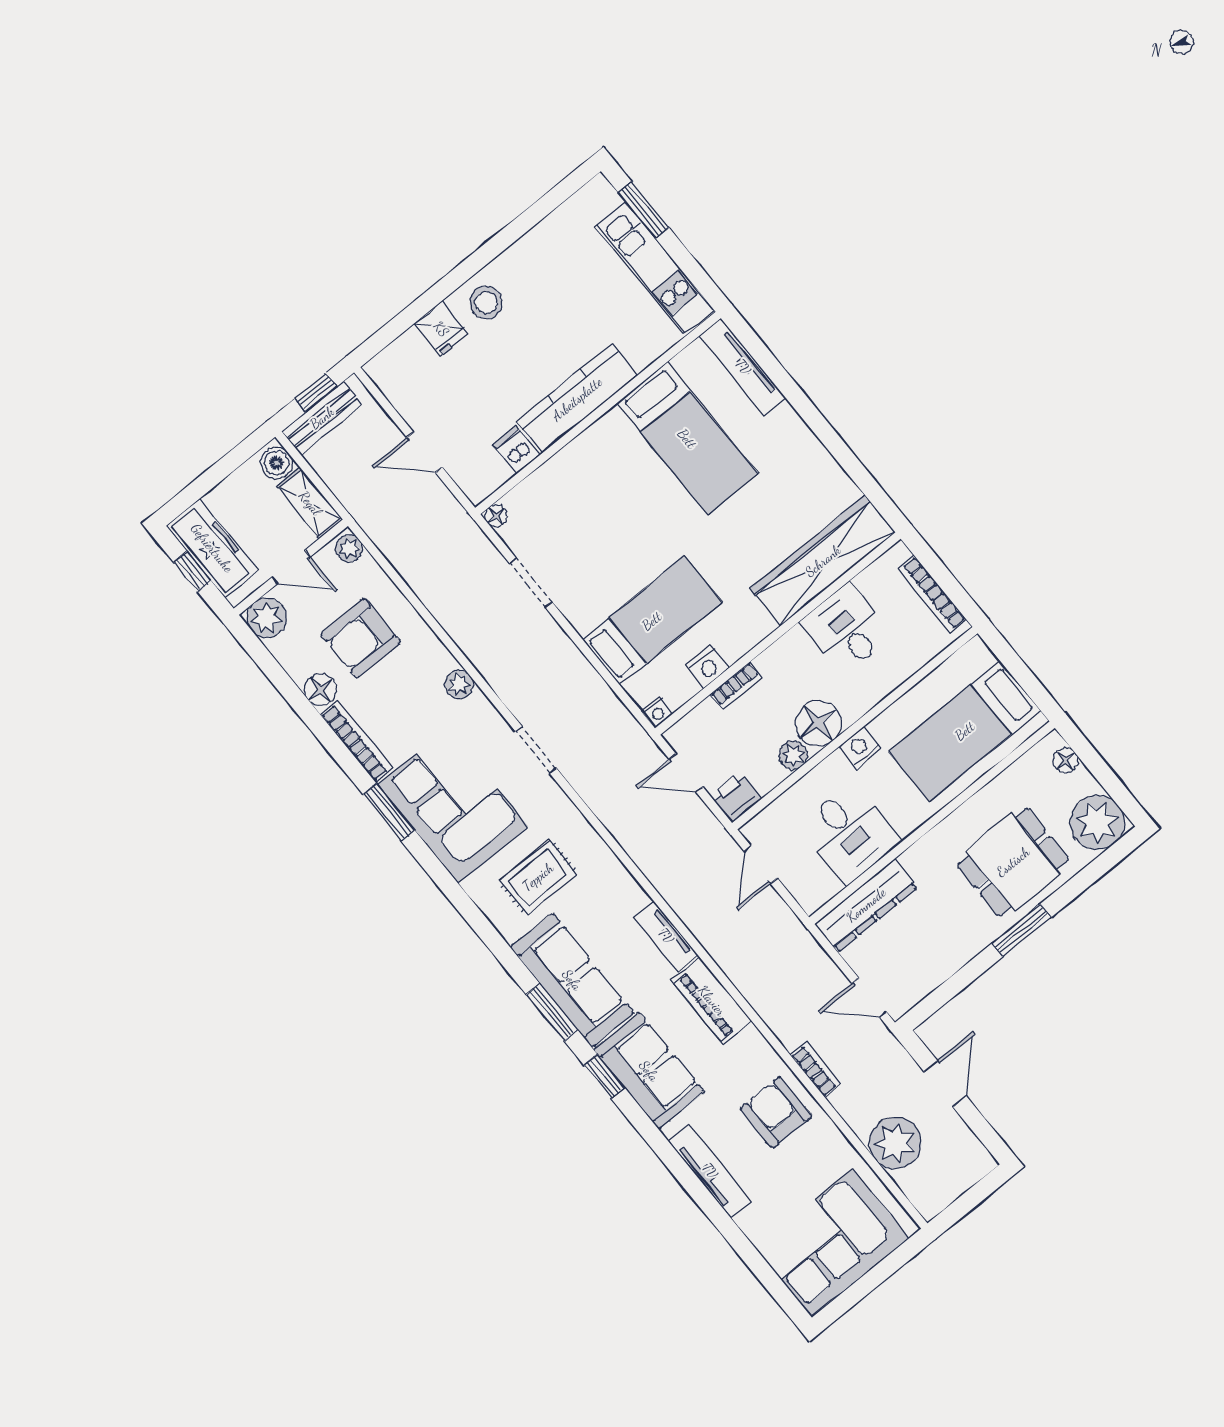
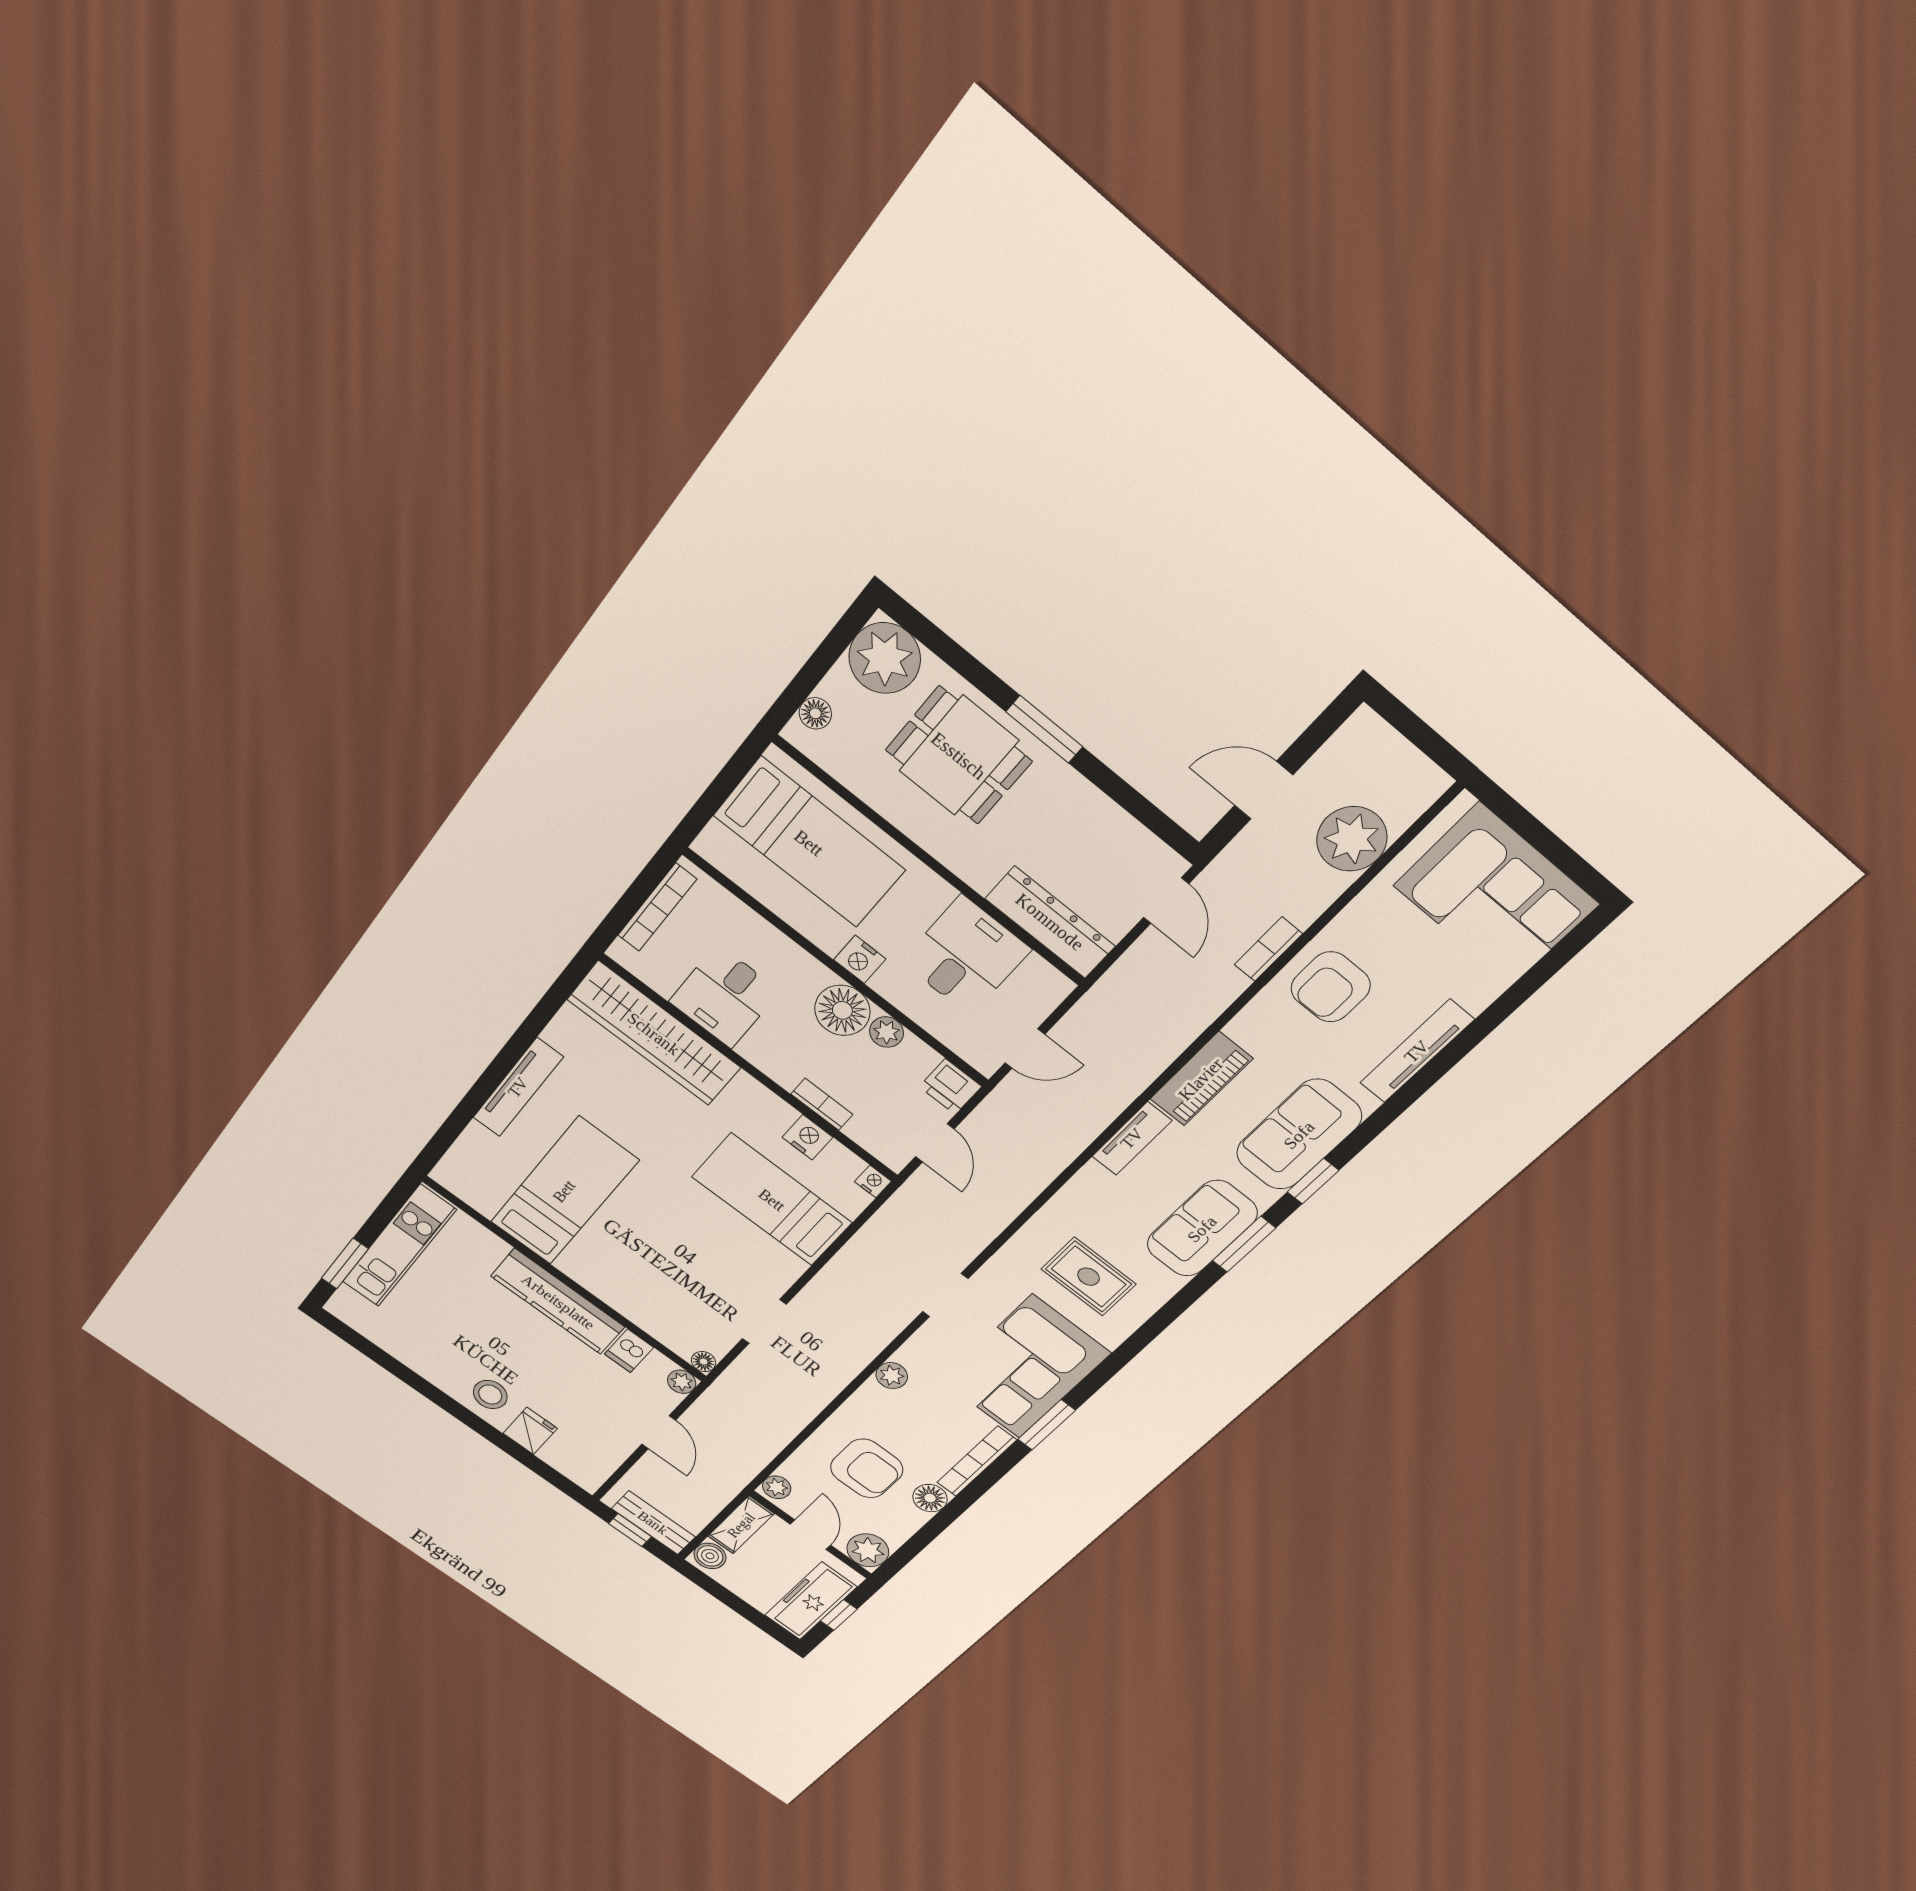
tv unit: (743, 367) -> (518, 1087), moved
plant: (477, 490) -> (682, 1382), added
sofa: (572, 980) -> (1202, 1229), width x0.73

